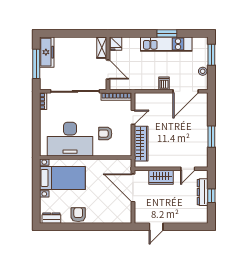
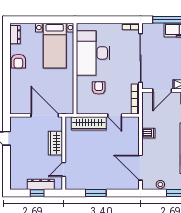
dishwasher: (164, 83) -> (148, 133), moved
door: (188, 169) -> (64, 170), hinge flipped
door: (133, 188) -> (45, 115), hinge flipped
armchair: (78, 215) -> (18, 61), turned 90

